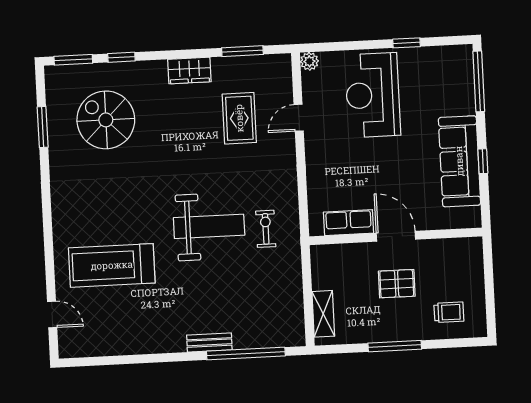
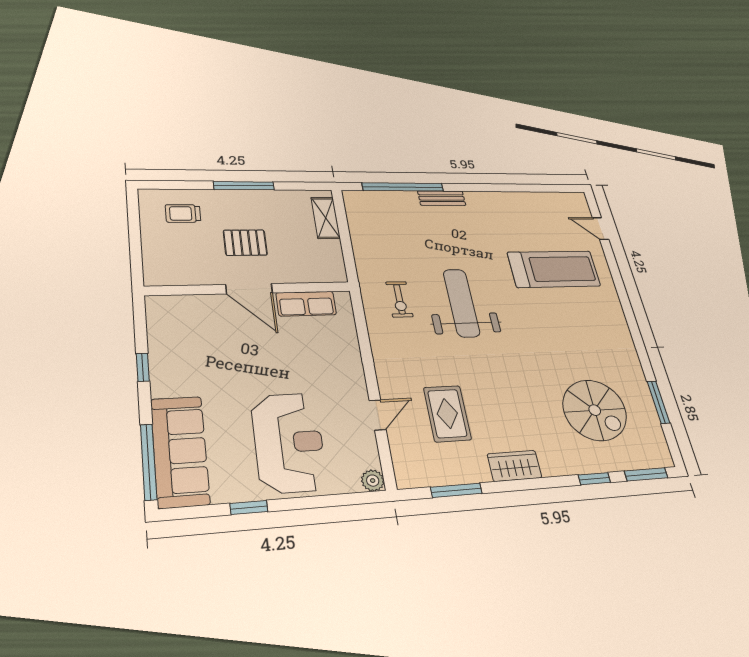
sofa: (459, 161) -> (180, 451), moved
weight bench: (209, 226) -> (461, 303), turned 90

